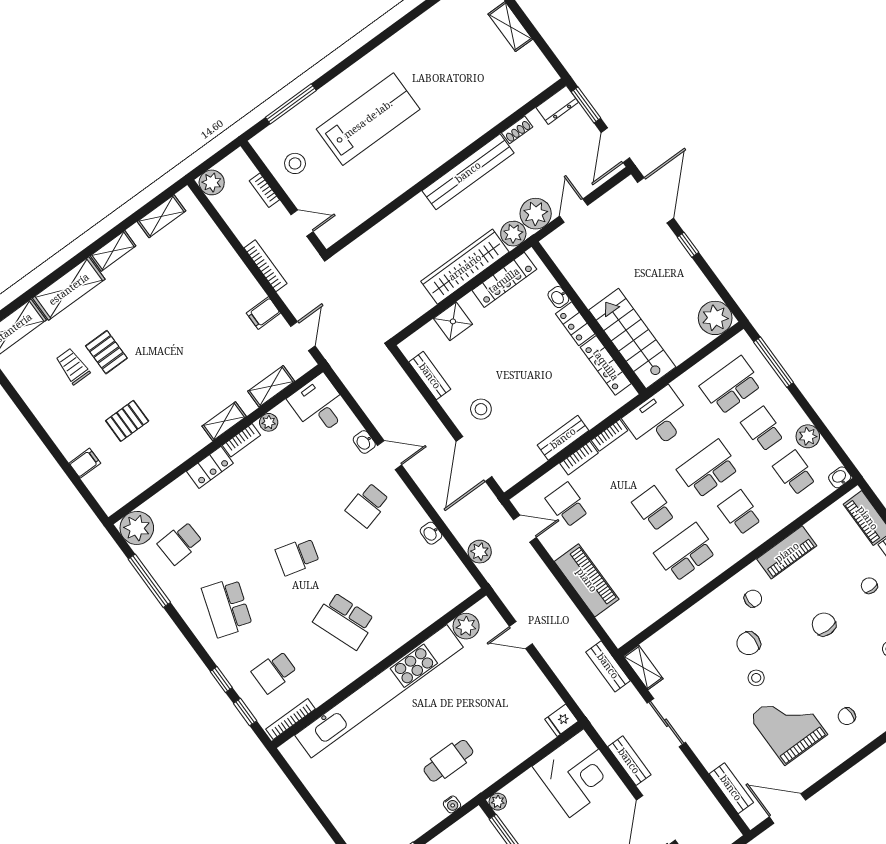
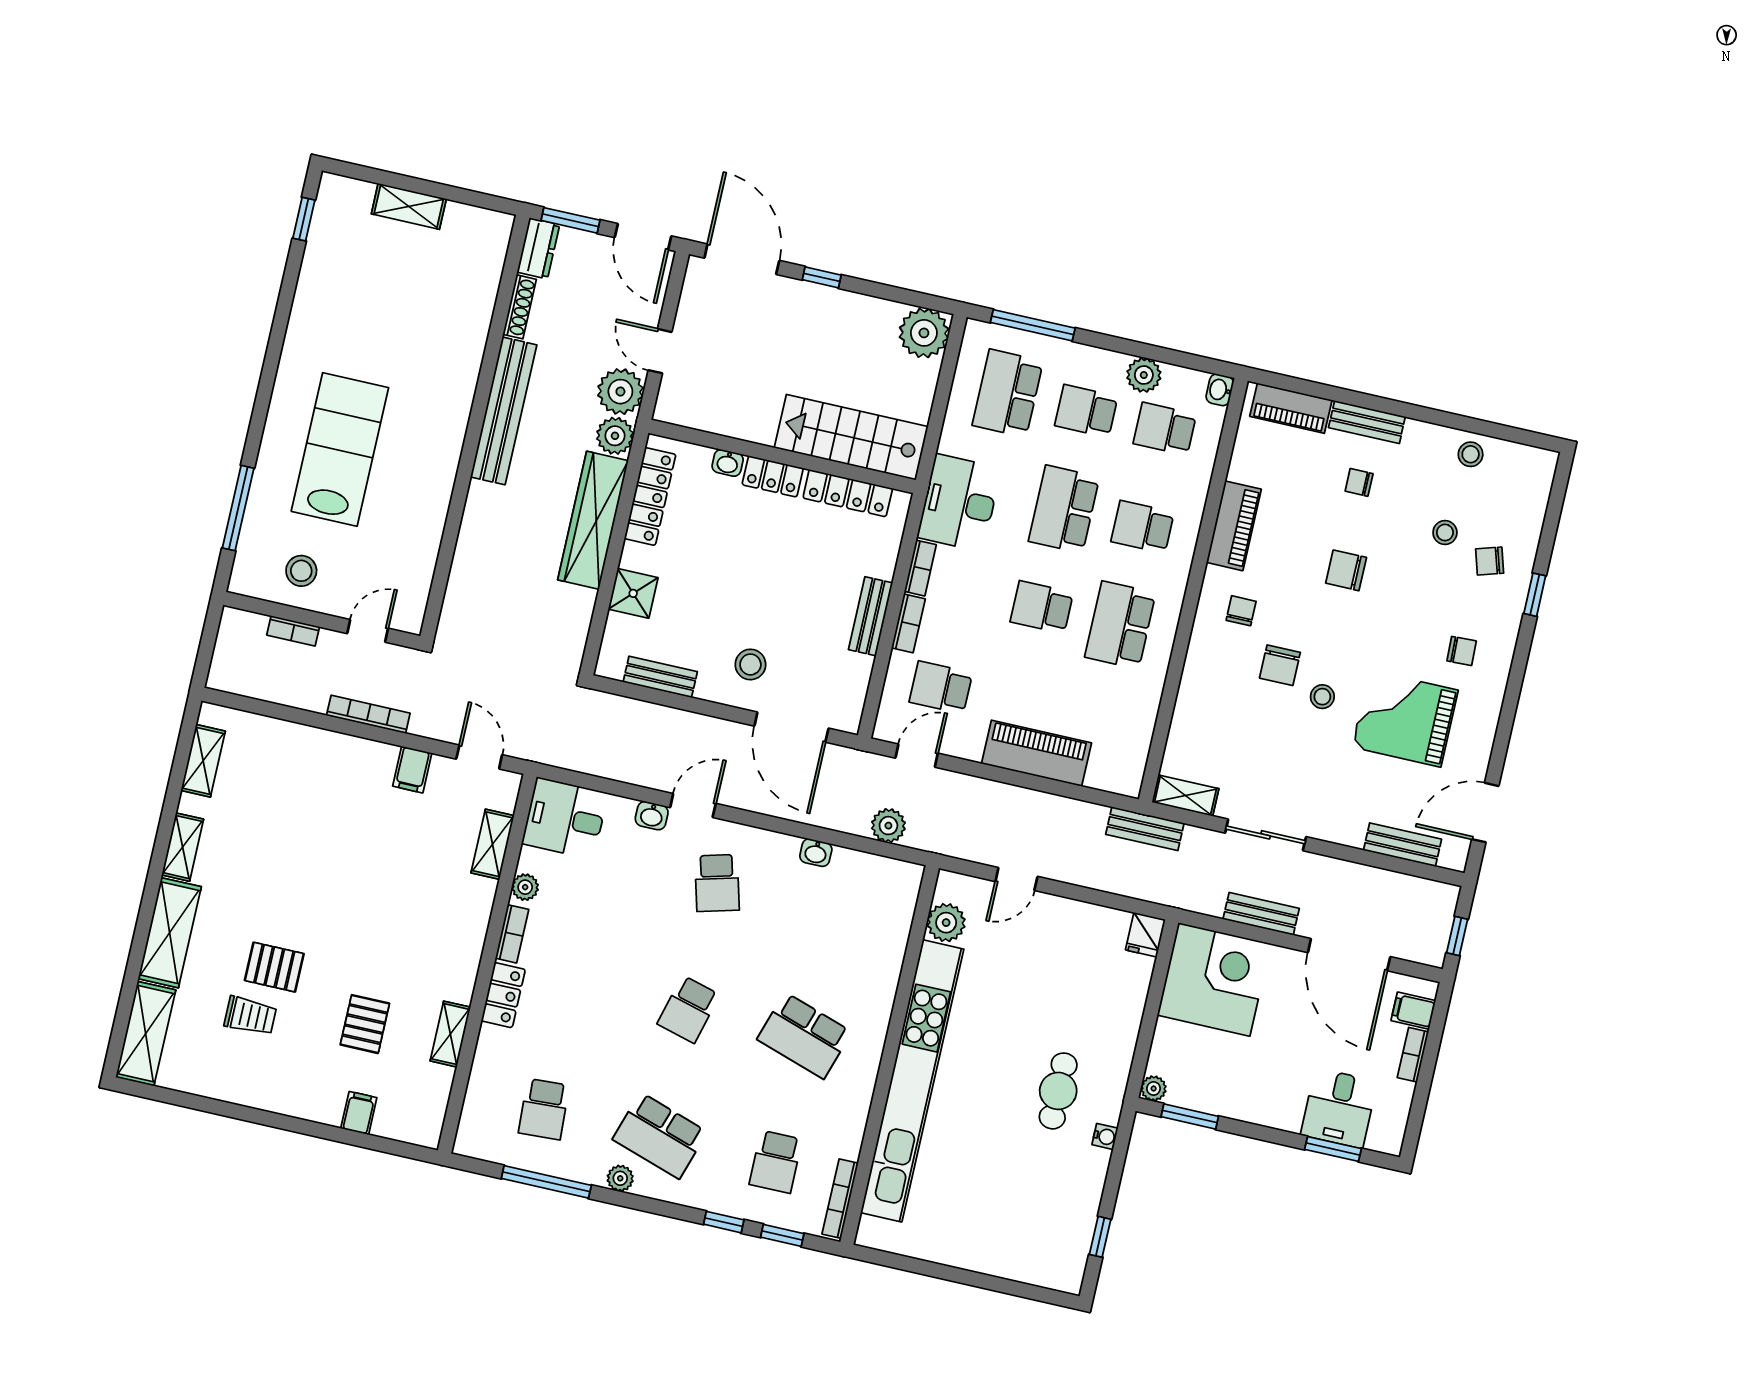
shoe rack: (517, 130) -> (520, 307), width x1.43
plant: (212, 182) -> (226, 674), removed
trolley: (73, 366) -> (250, 1016), turned 180
shelving: (224, 421) -> (450, 1034), moved
plant: (137, 528) -> (620, 1178), moved, width x0.53, depth x0.53
school desk: (344, 621) -> (804, 1036), turned 39
chair: (847, 716) -> (1462, 651), turned -92

